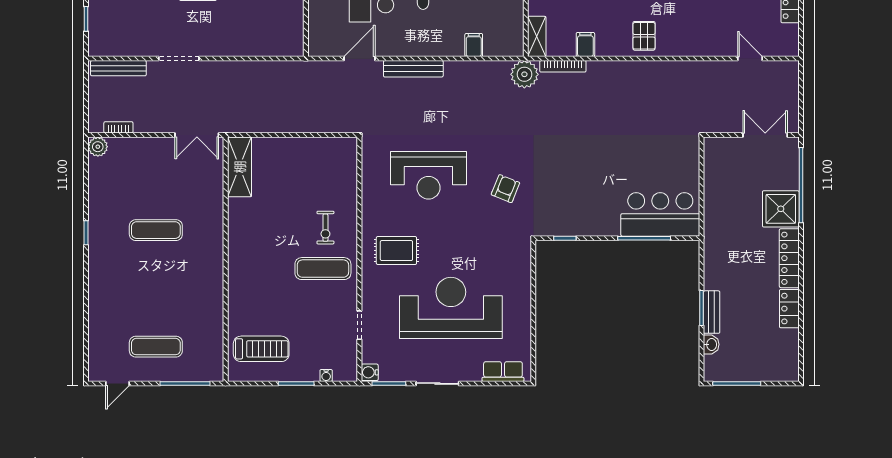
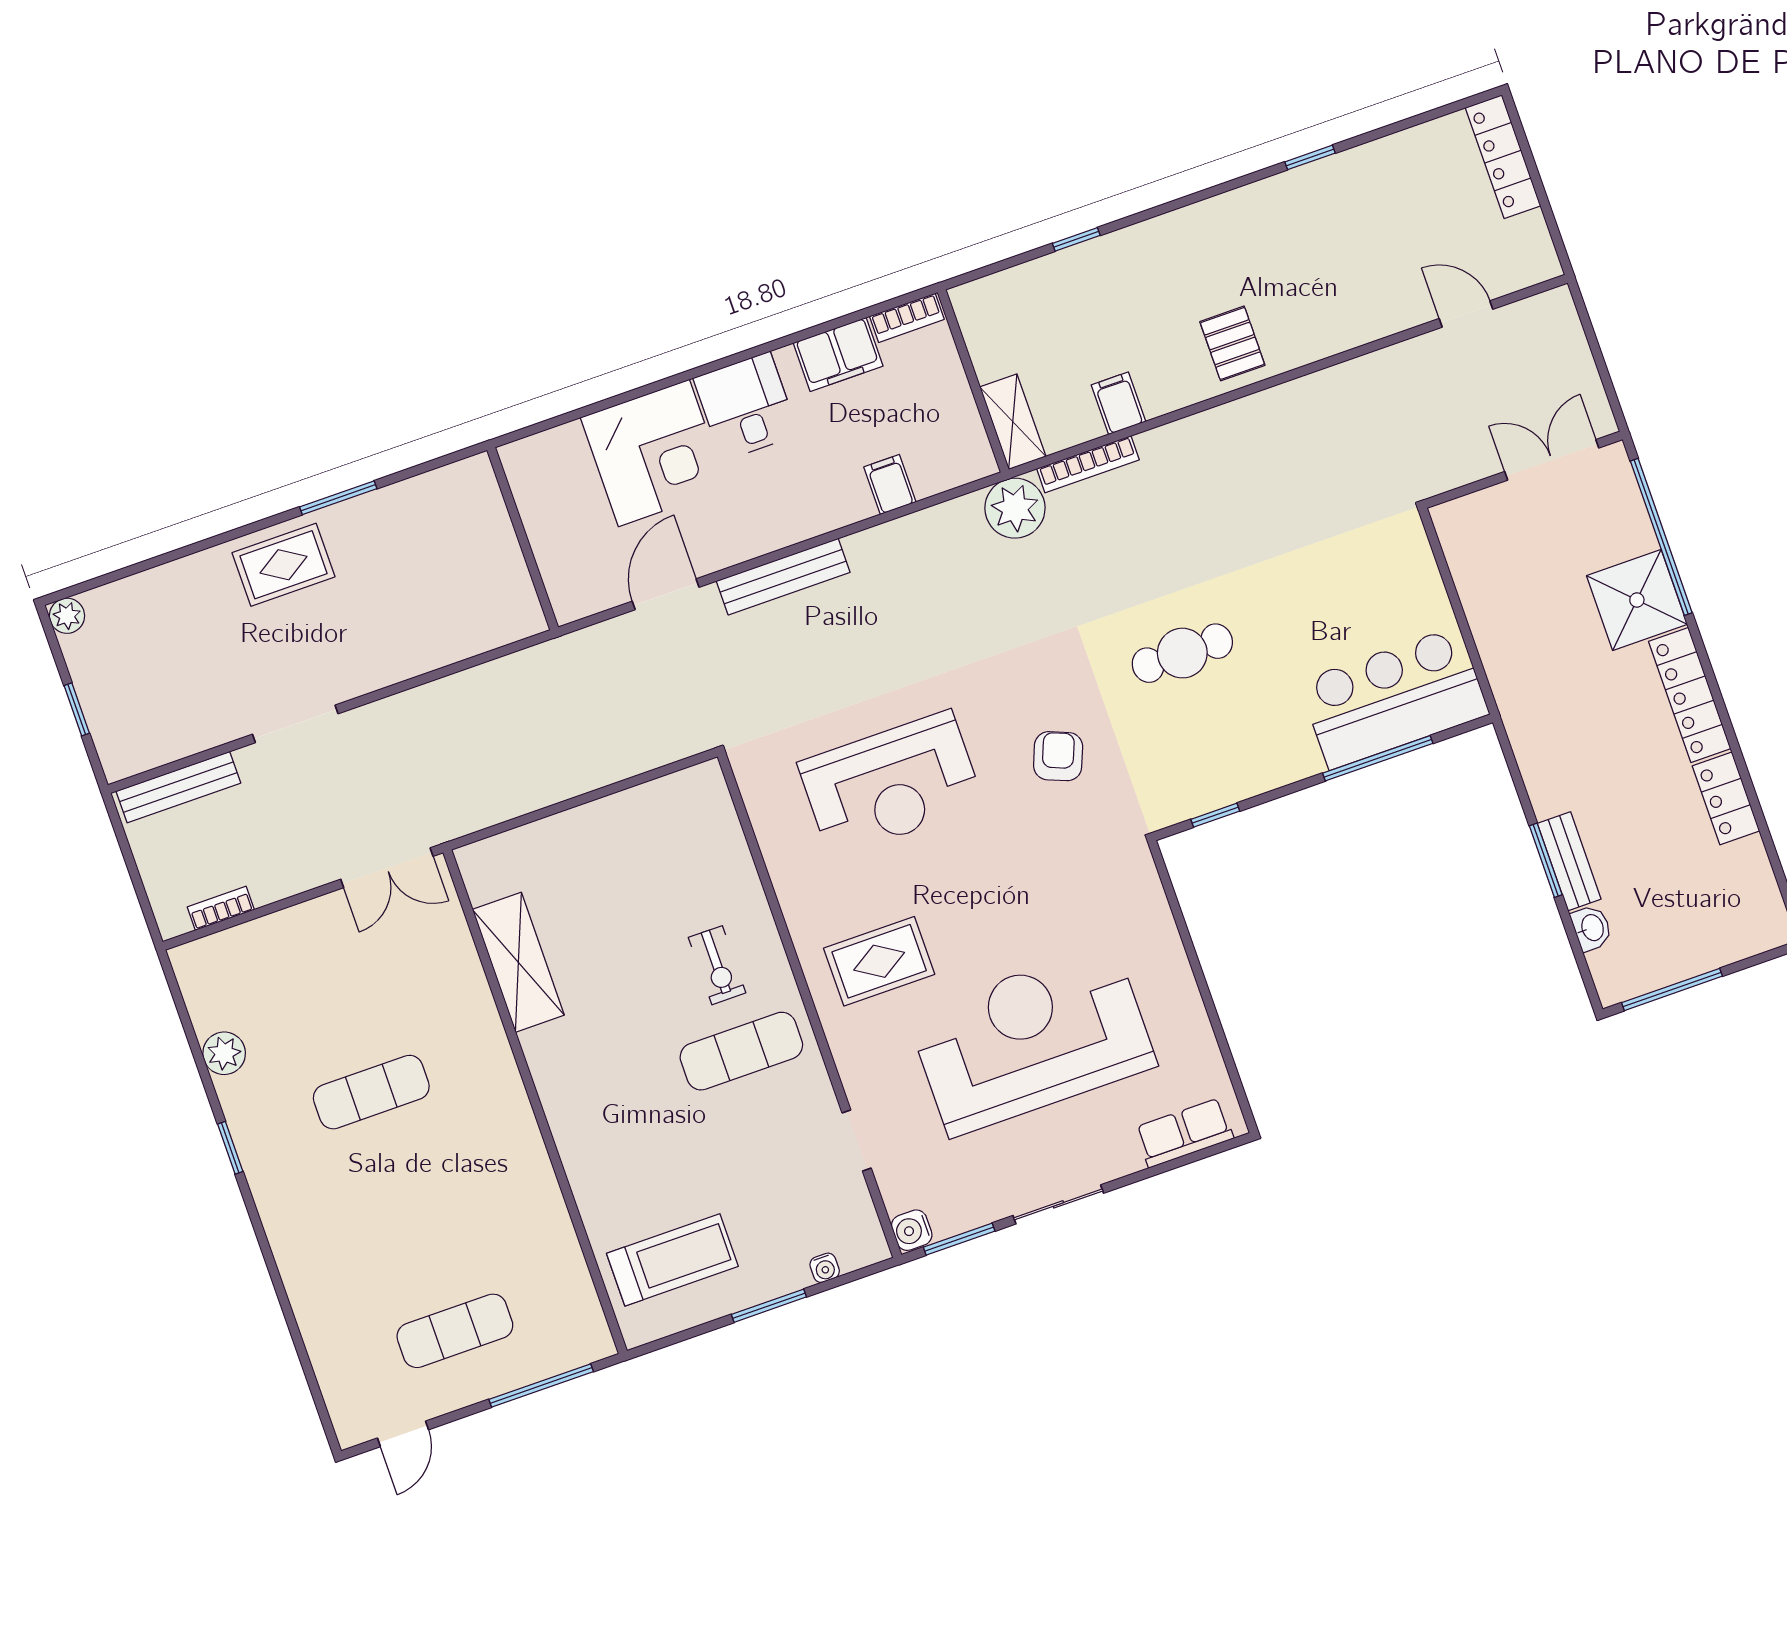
plant: (98, 147) -> (224, 1053), moved
cafe table: (575, 163) -> (1182, 653), added
shelving: (239, 167) -> (518, 962), moved

